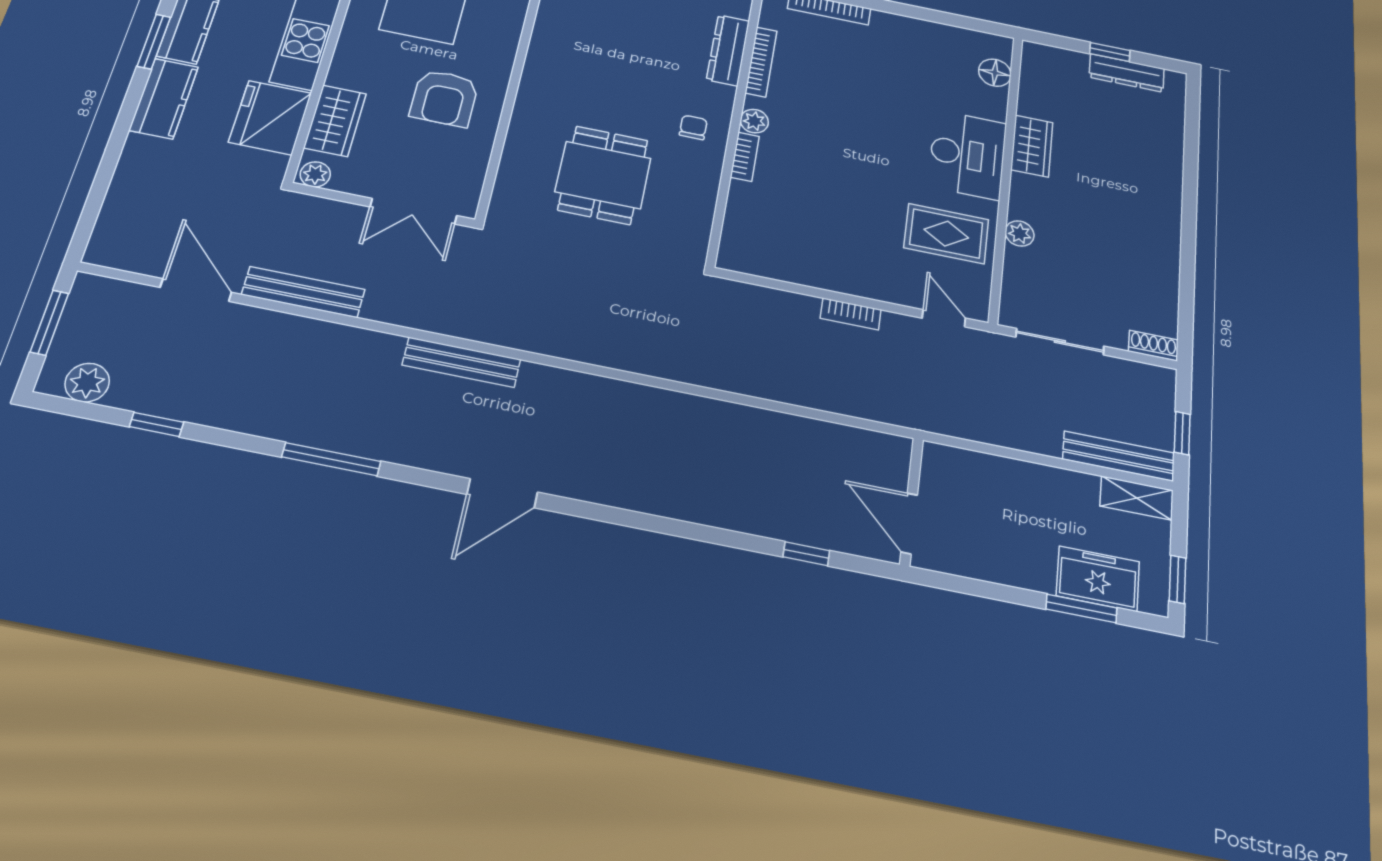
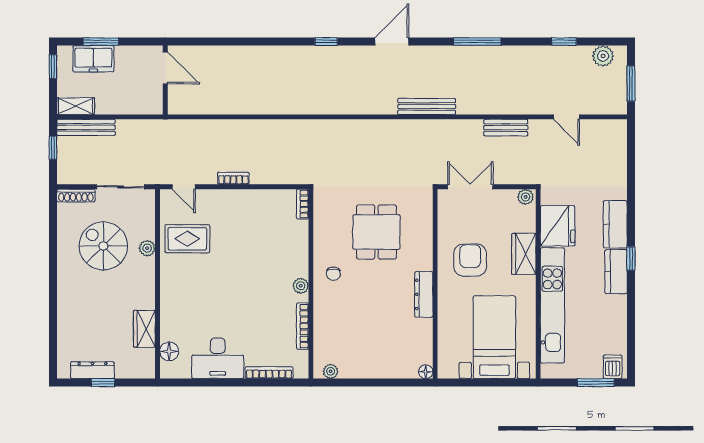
window: (154, 42) -> (631, 258), width x0.67
dresser: (728, 50) -> (424, 294), moved, turned 180
wardrobe: (335, 121) -> (524, 254), moved
wardrobe: (1032, 146) -> (144, 329), moved
desk: (967, 155) -> (218, 358), moved, turned -90
bookcase: (745, 157) -> (303, 204), moved
spiral stairs: (1097, 253) -> (103, 246), added
door: (196, 290) -> (566, 117), width x0.73
bench: (303, 292) -> (506, 128), width x0.73
shoe rack: (1153, 346) -> (76, 196), width x1.43
wall: (912, 501) -> (165, 80), moved
door: (909, 523) -> (165, 68), moved
window: (806, 554) -> (326, 42), moved

